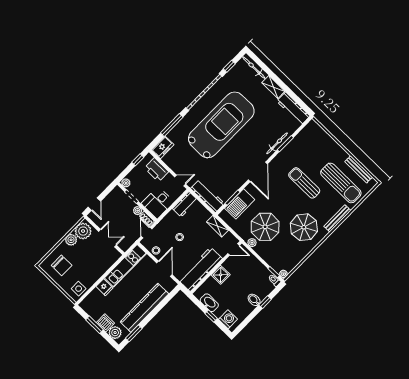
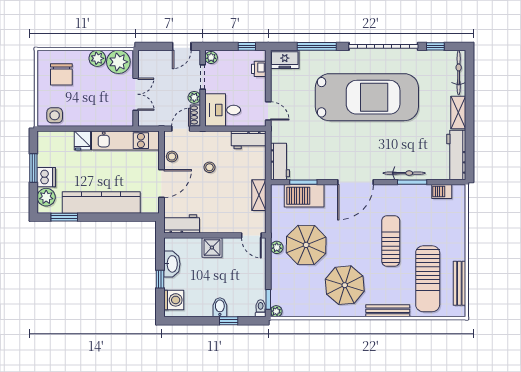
barbecue: (304, 134) -> (442, 191), added
printer: (156, 170) -> (259, 69), width x0.53, depth x0.68
workbench: (208, 196) -> (280, 161), width x0.73
door: (94, 204) -> (182, 46), moved
workbench: (200, 269) -> (182, 224), width x0.53, depth x0.76

